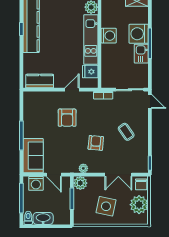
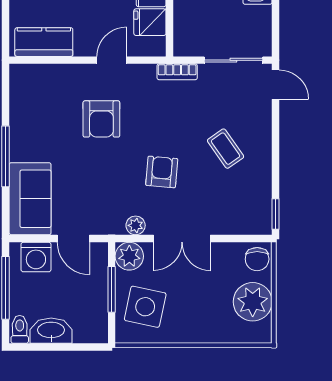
double door: (118, 175) -> (182, 239), moved
side table: (106, 206) -> (145, 307), moved

